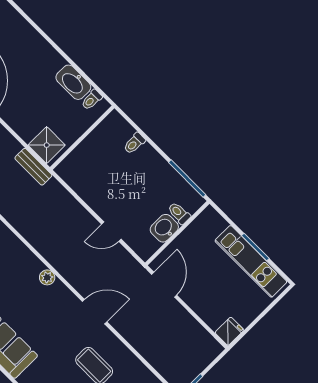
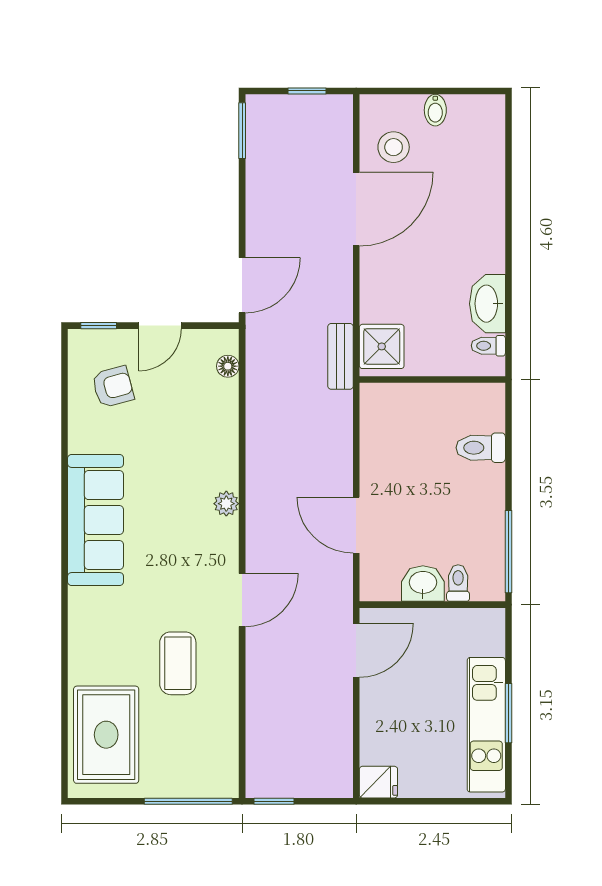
toilet: (134, 143) -> (481, 448), width x1.37, depth x1.39
door: (111, 232) -> (356, 525), width x1.38
door: (95, 312) -> (242, 600), hinge flipped

